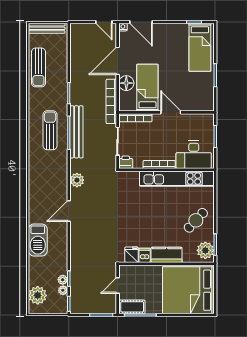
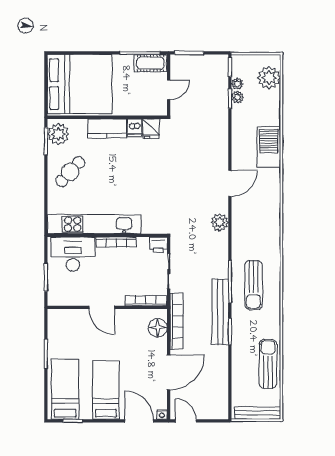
floor lamp: (126, 83) -> (158, 328), moved
bed: (147, 88) -> (106, 390), moved, turned 180
bench: (76, 132) -> (220, 312), moved

